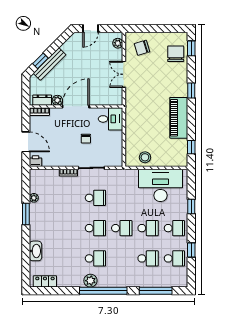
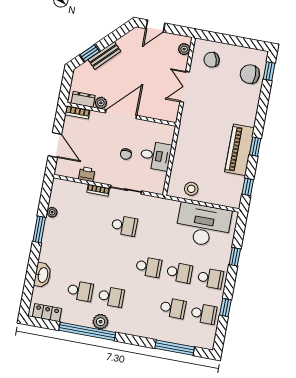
chair: (176, 54) -> (250, 74), turned -90
bench: (50, 64) -> (104, 55), width x0.73
window: (191, 91) -> (255, 147), moved
desk: (111, 119) -> (156, 156), moved
printer: (36, 161) -> (87, 174), moved
school desk: (95, 228) -> (80, 291), moved
window: (103, 291) -> (87, 331), moved

